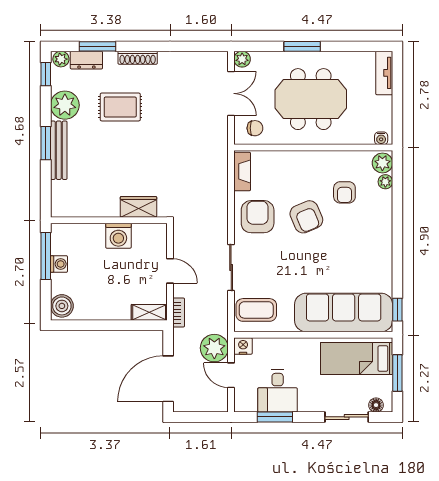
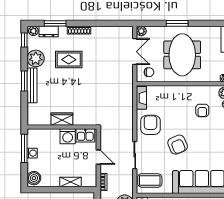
meeting table: (311, 99) -> (182, 55), turned 90
wardrobe: (138, 207) -> (62, 119), moved
armchair: (306, 217) -> (178, 145), moved
kitchen sink: (148, 234) -> (85, 135), added
shelving: (149, 312) -> (70, 182), moved

